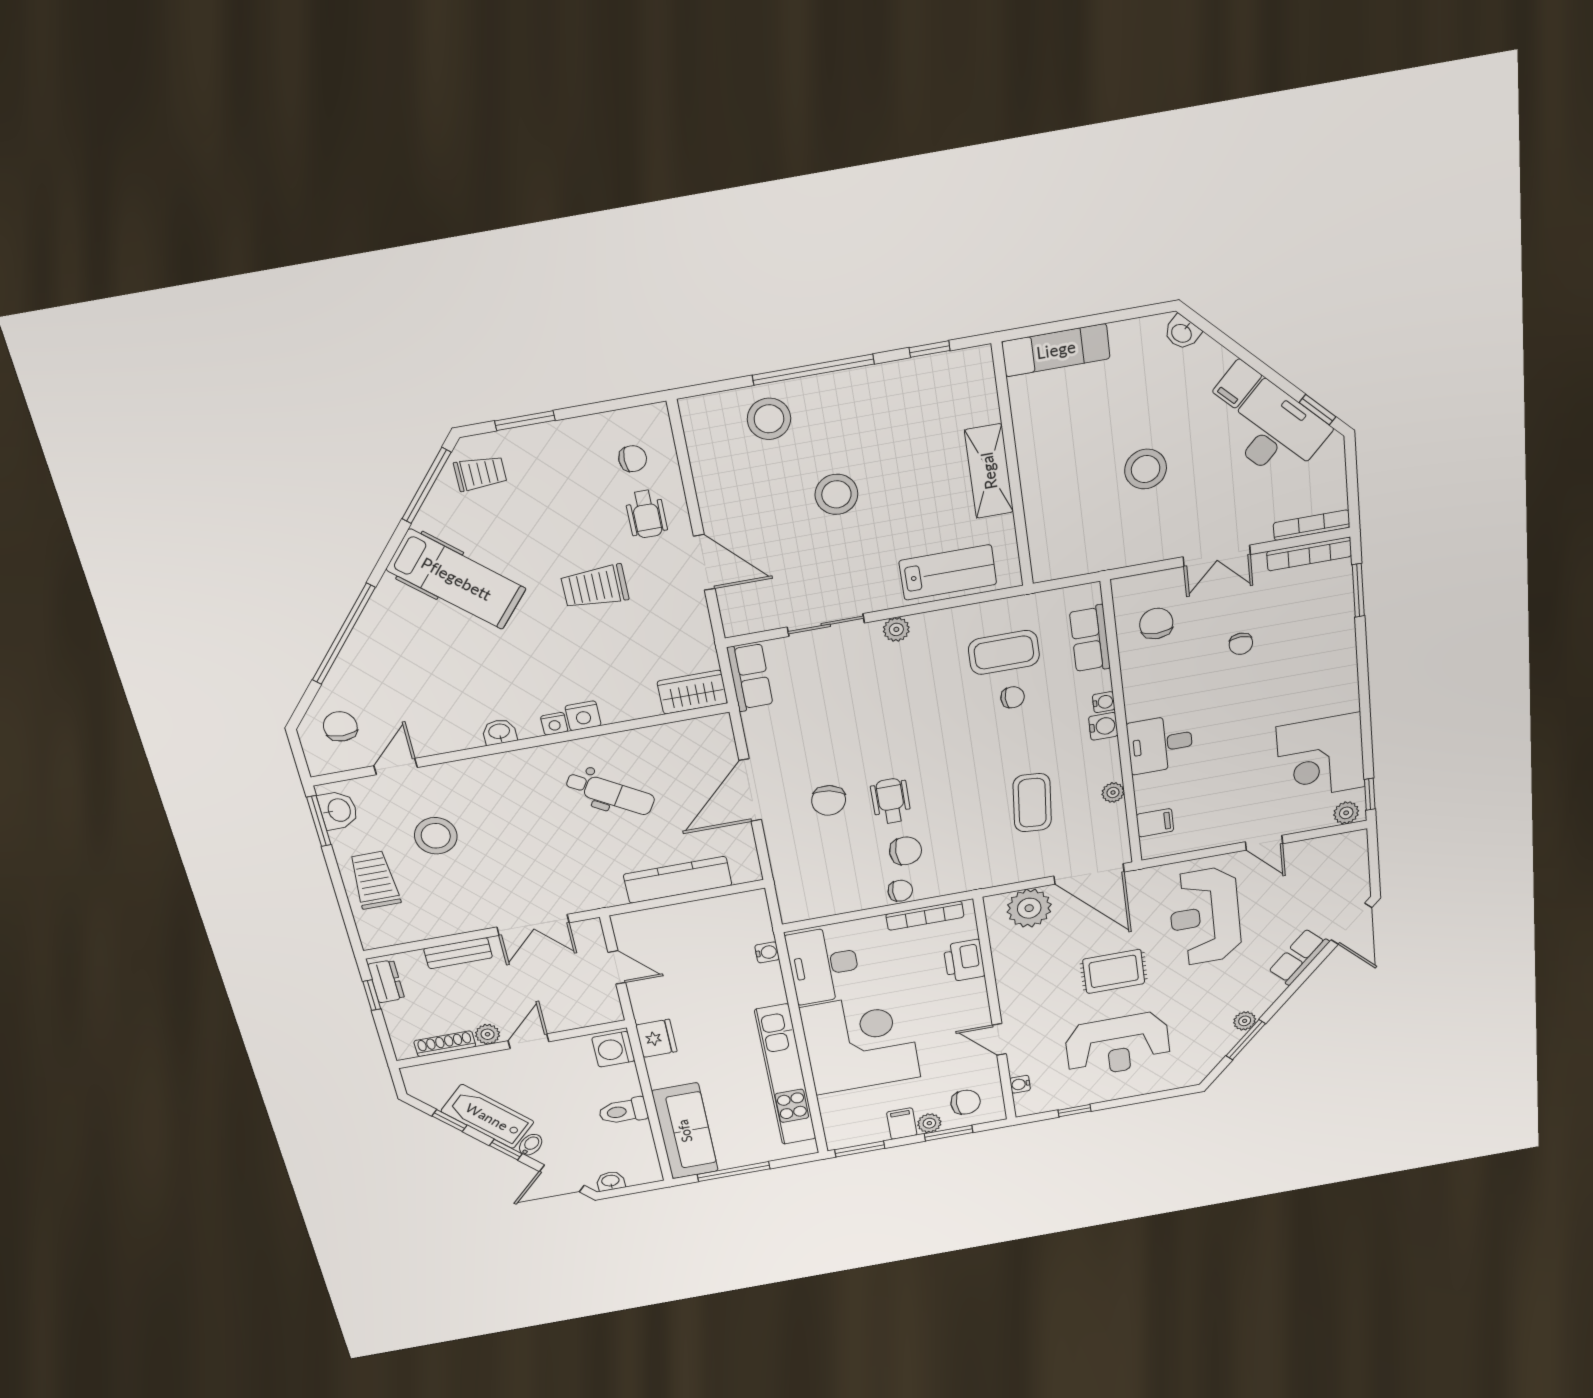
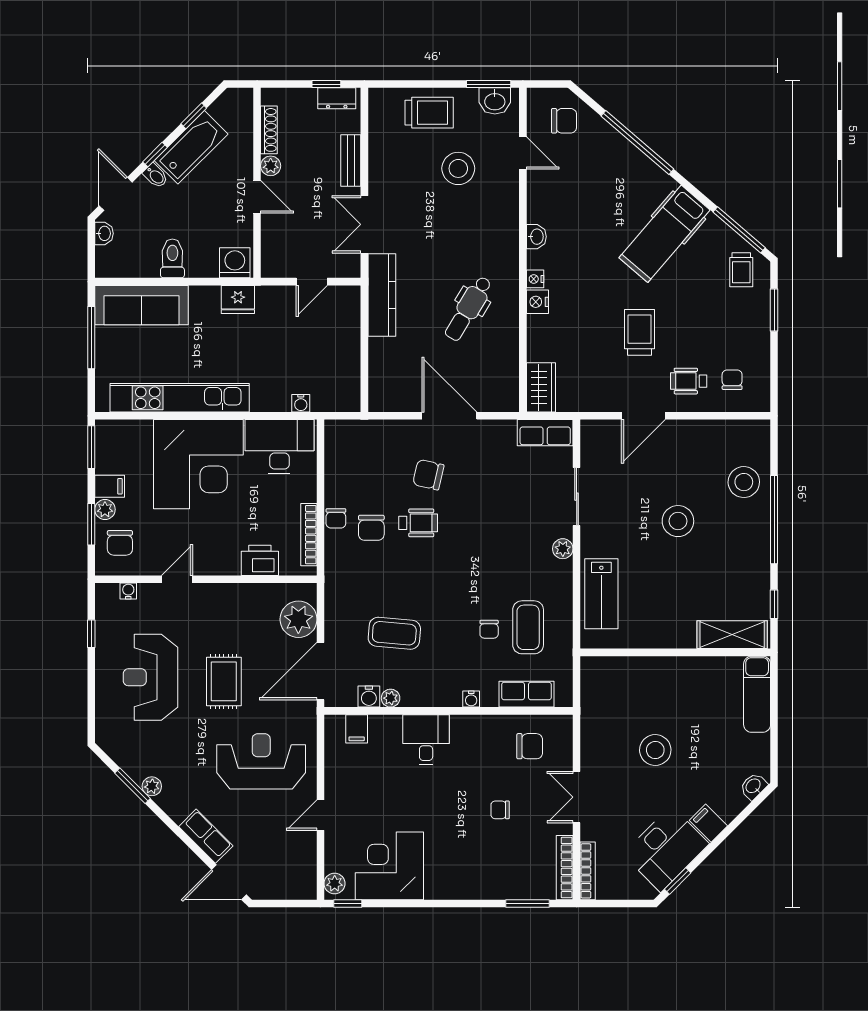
chair: (633, 459) -> (732, 380), turned 180
shelving: (989, 471) -> (732, 635), moved
water cooler: (1103, 726) -> (369, 697), moved
kitchen counter: (678, 880) -> (382, 295), moved

